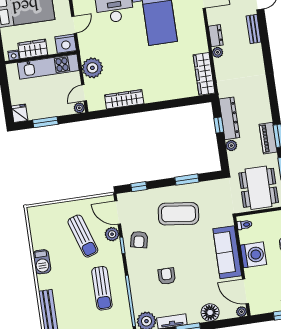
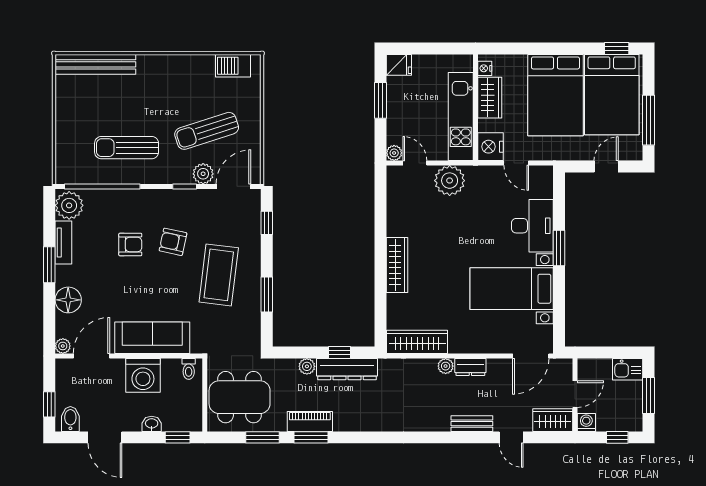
wardrobe: (124, 99) -> (397, 265), moved
armchair: (139, 240) -> (173, 242), moved
barbecue: (42, 262) -> (233, 66), moved

